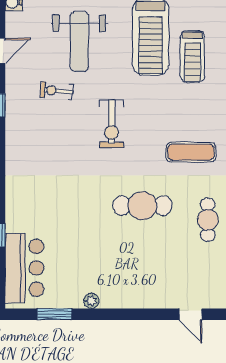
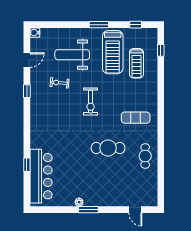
weight bench: (79, 41) -> (72, 55), turned 90
bar counter: (24, 268) -> (41, 176), width x1.36
window: (54, 314) -> (88, 210), moved

